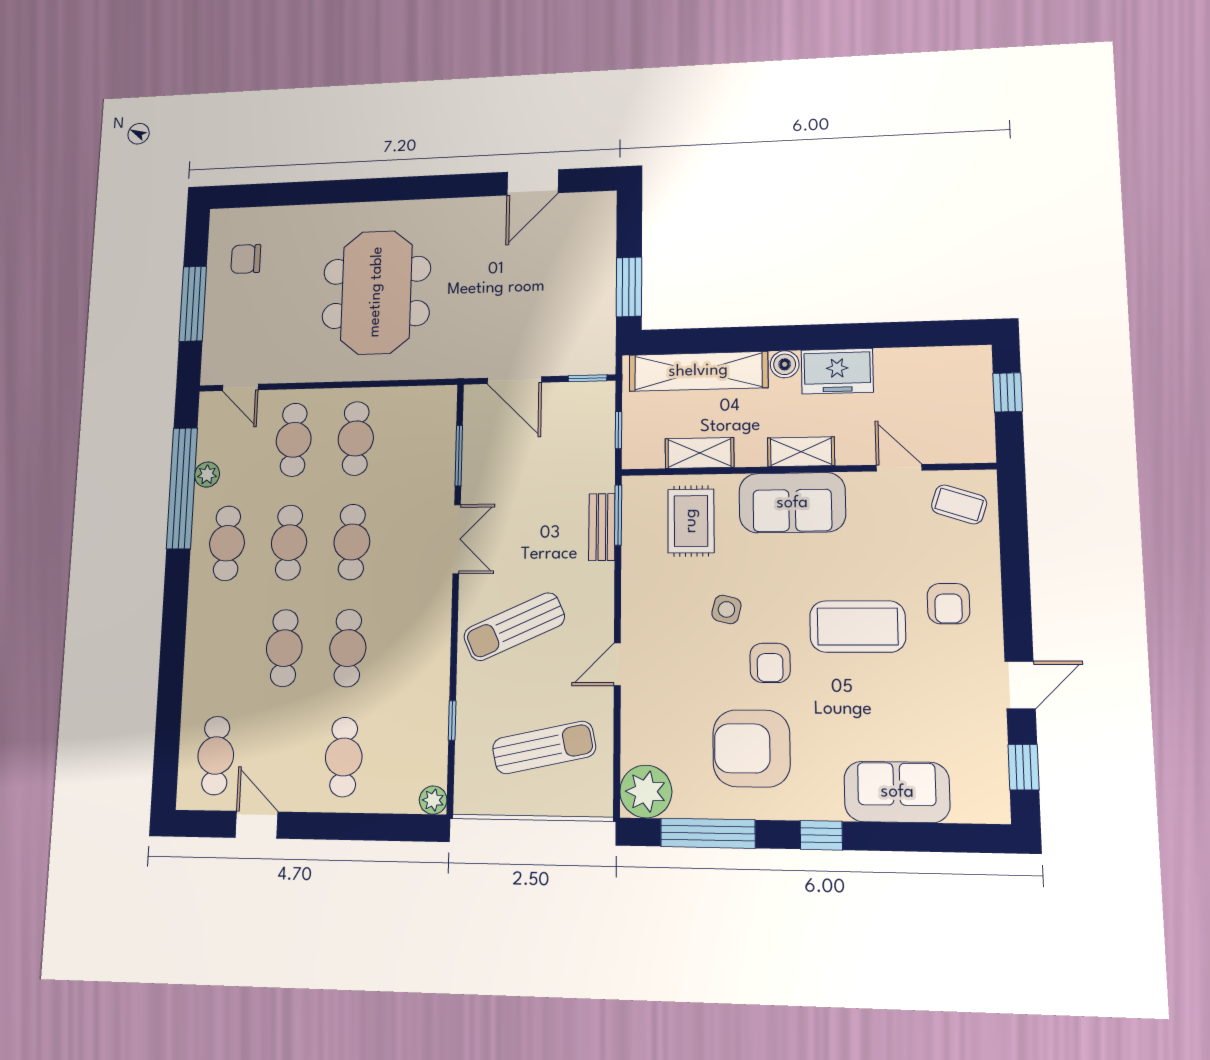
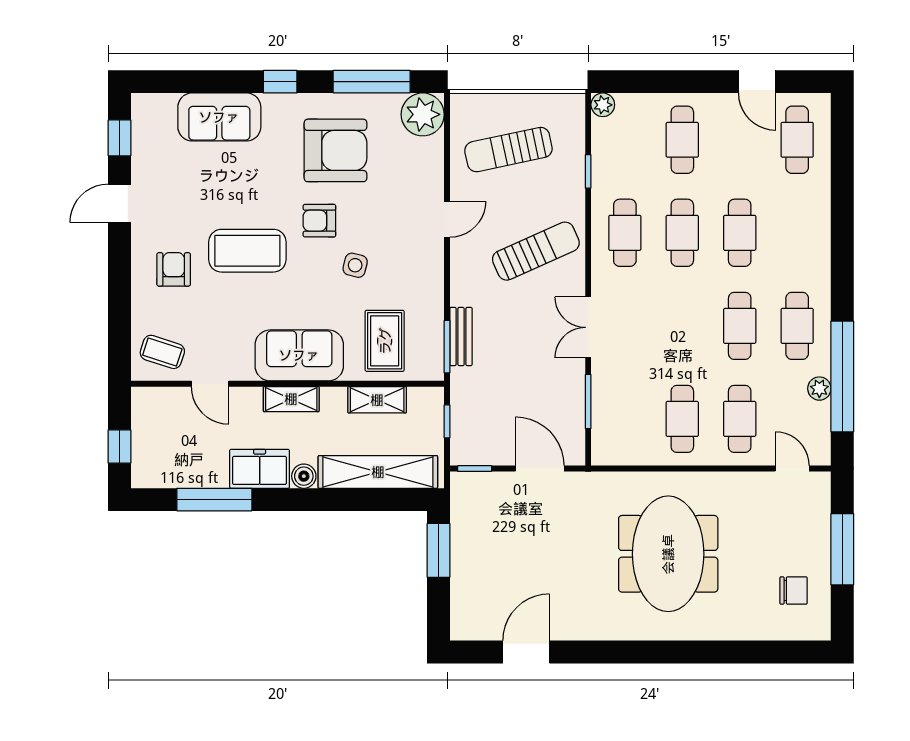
window: (890, 335) -> (214, 500), added
cafe table: (352, 542) -> (625, 233), moved
armchair: (770, 663) -> (319, 221), turned -90

